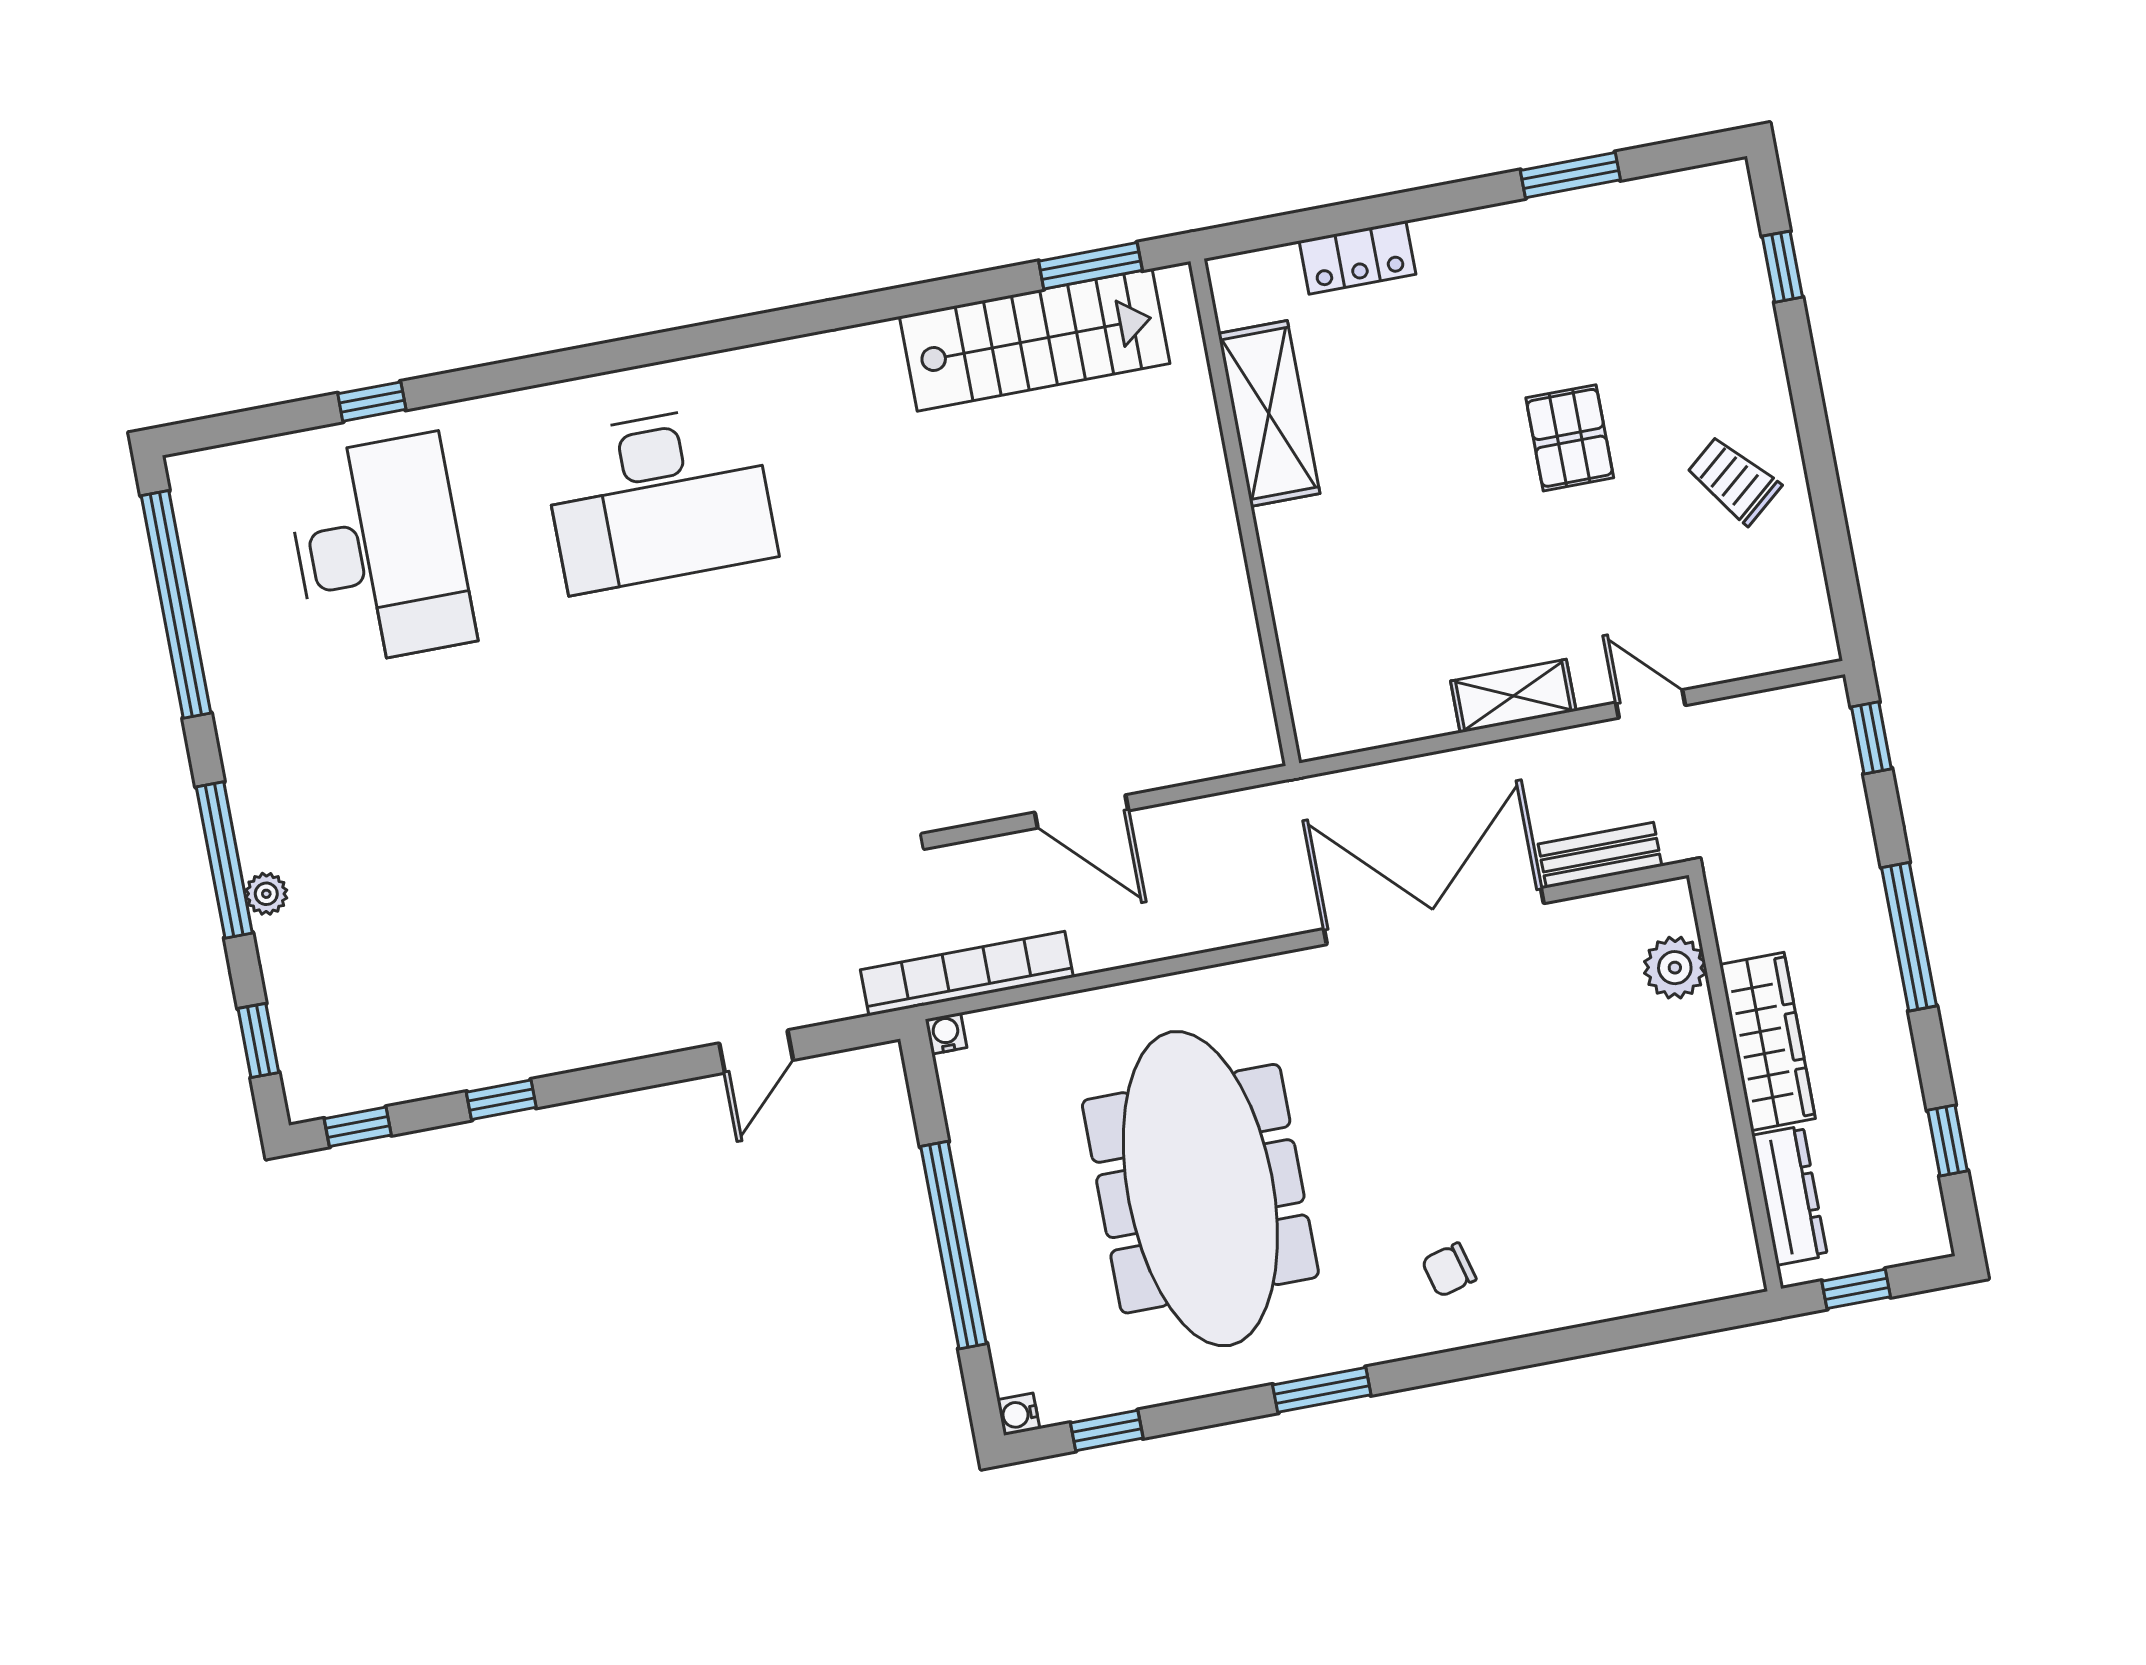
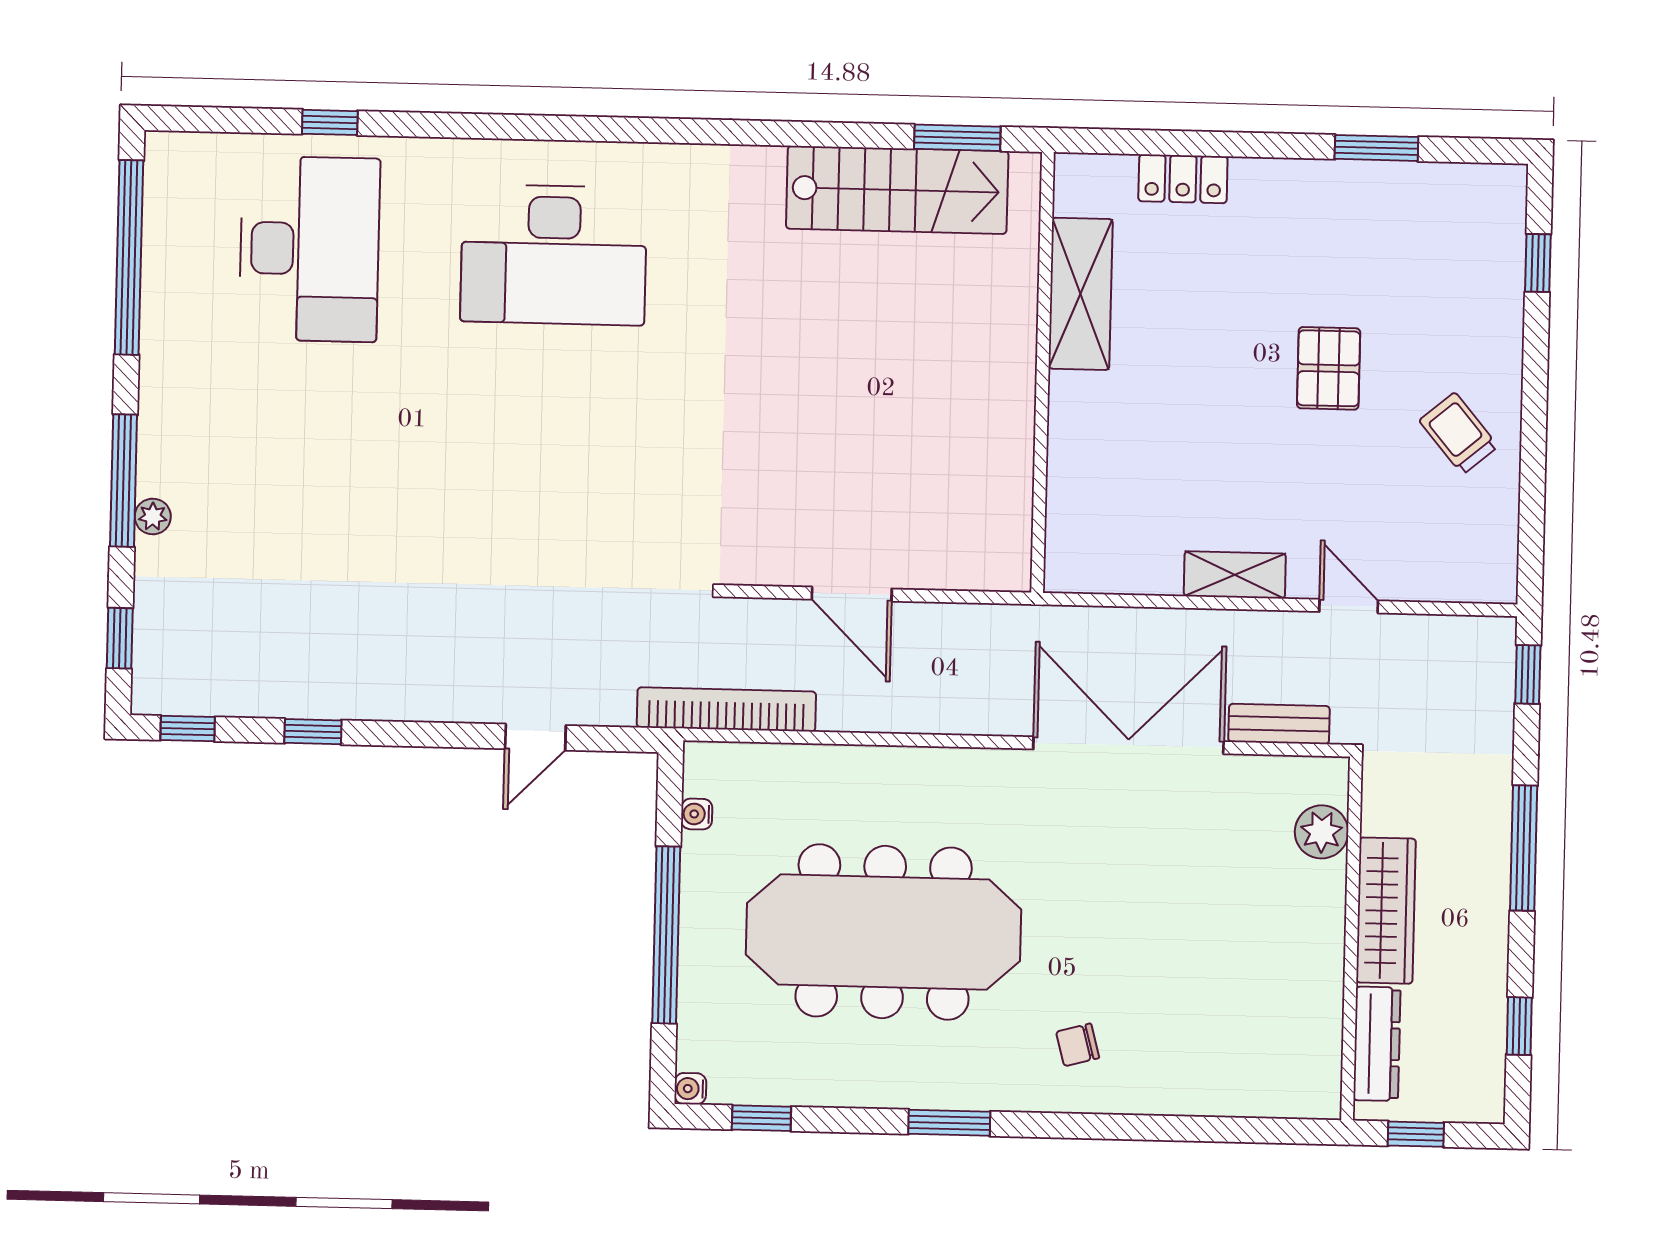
water cooler: (946, 1033) -> (697, 814), moved, turned -90
meeting table: (1200, 1189) -> (884, 932), turned 90

